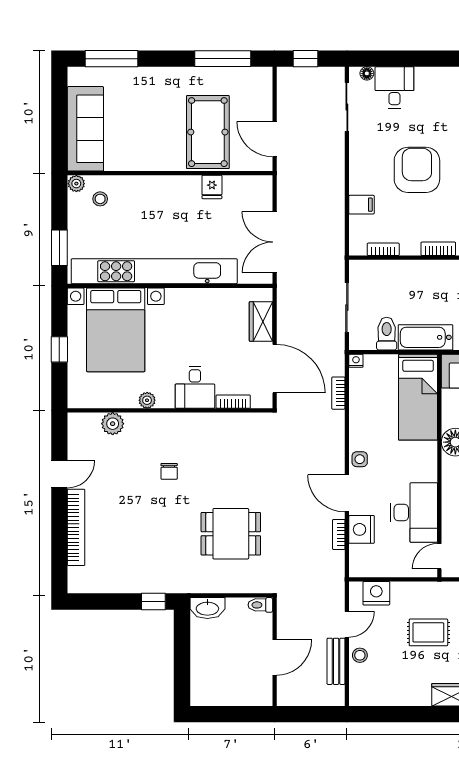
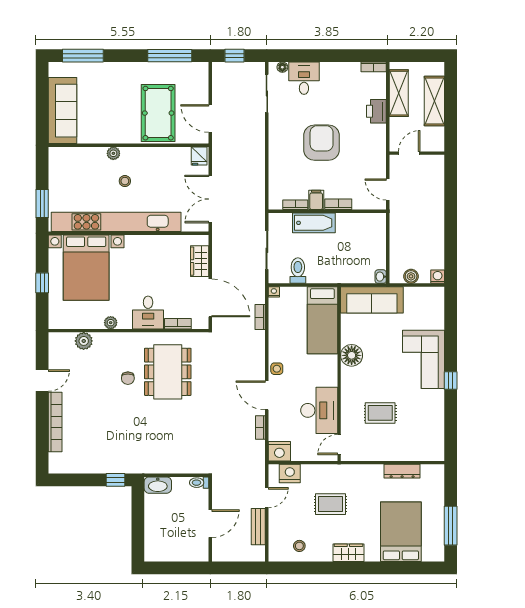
plant: (76, 184) -> (113, 153), moved
fridge: (212, 187) -> (199, 156), moved
stool: (100, 199) -> (125, 181), moved
filing cabinet: (361, 205) -> (316, 200), moved, turned -90
bathtub: (425, 337) -> (314, 223), moved, turned 180
nightstand: (362, 529) -> (279, 451), moved, turned -90
dining table: (231, 534) -> (168, 372), moved, width x1.38
stool: (360, 655) -> (299, 546), moved

